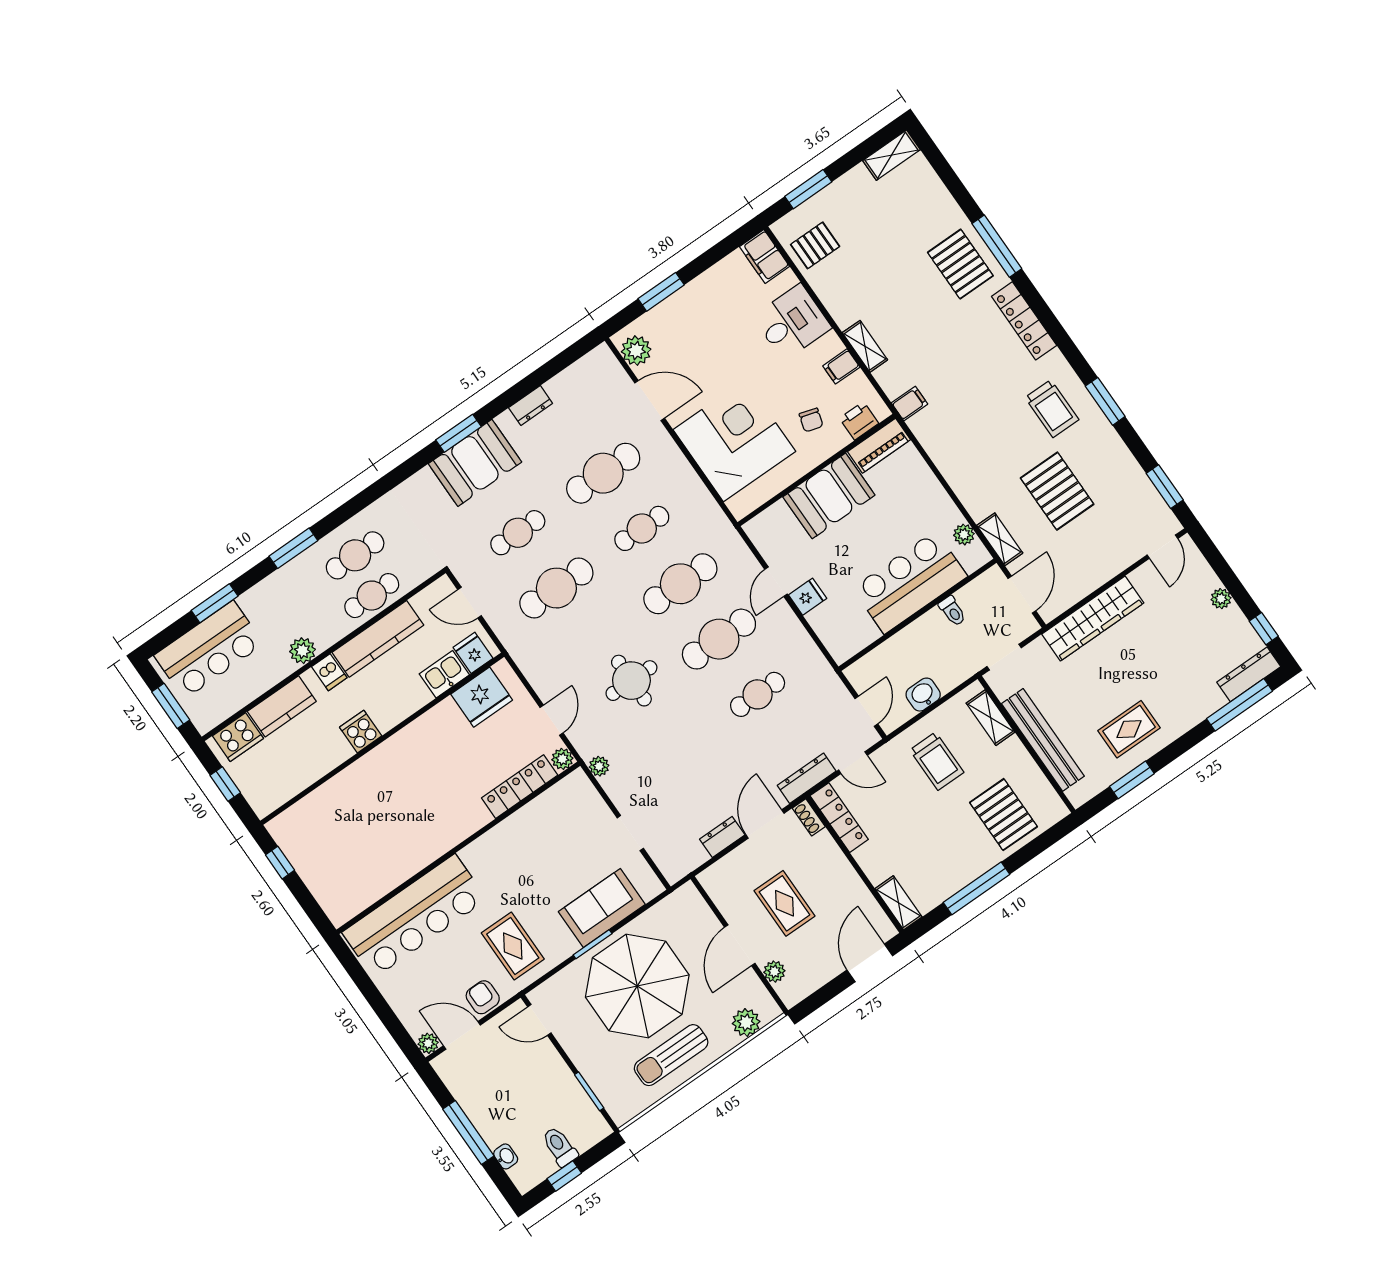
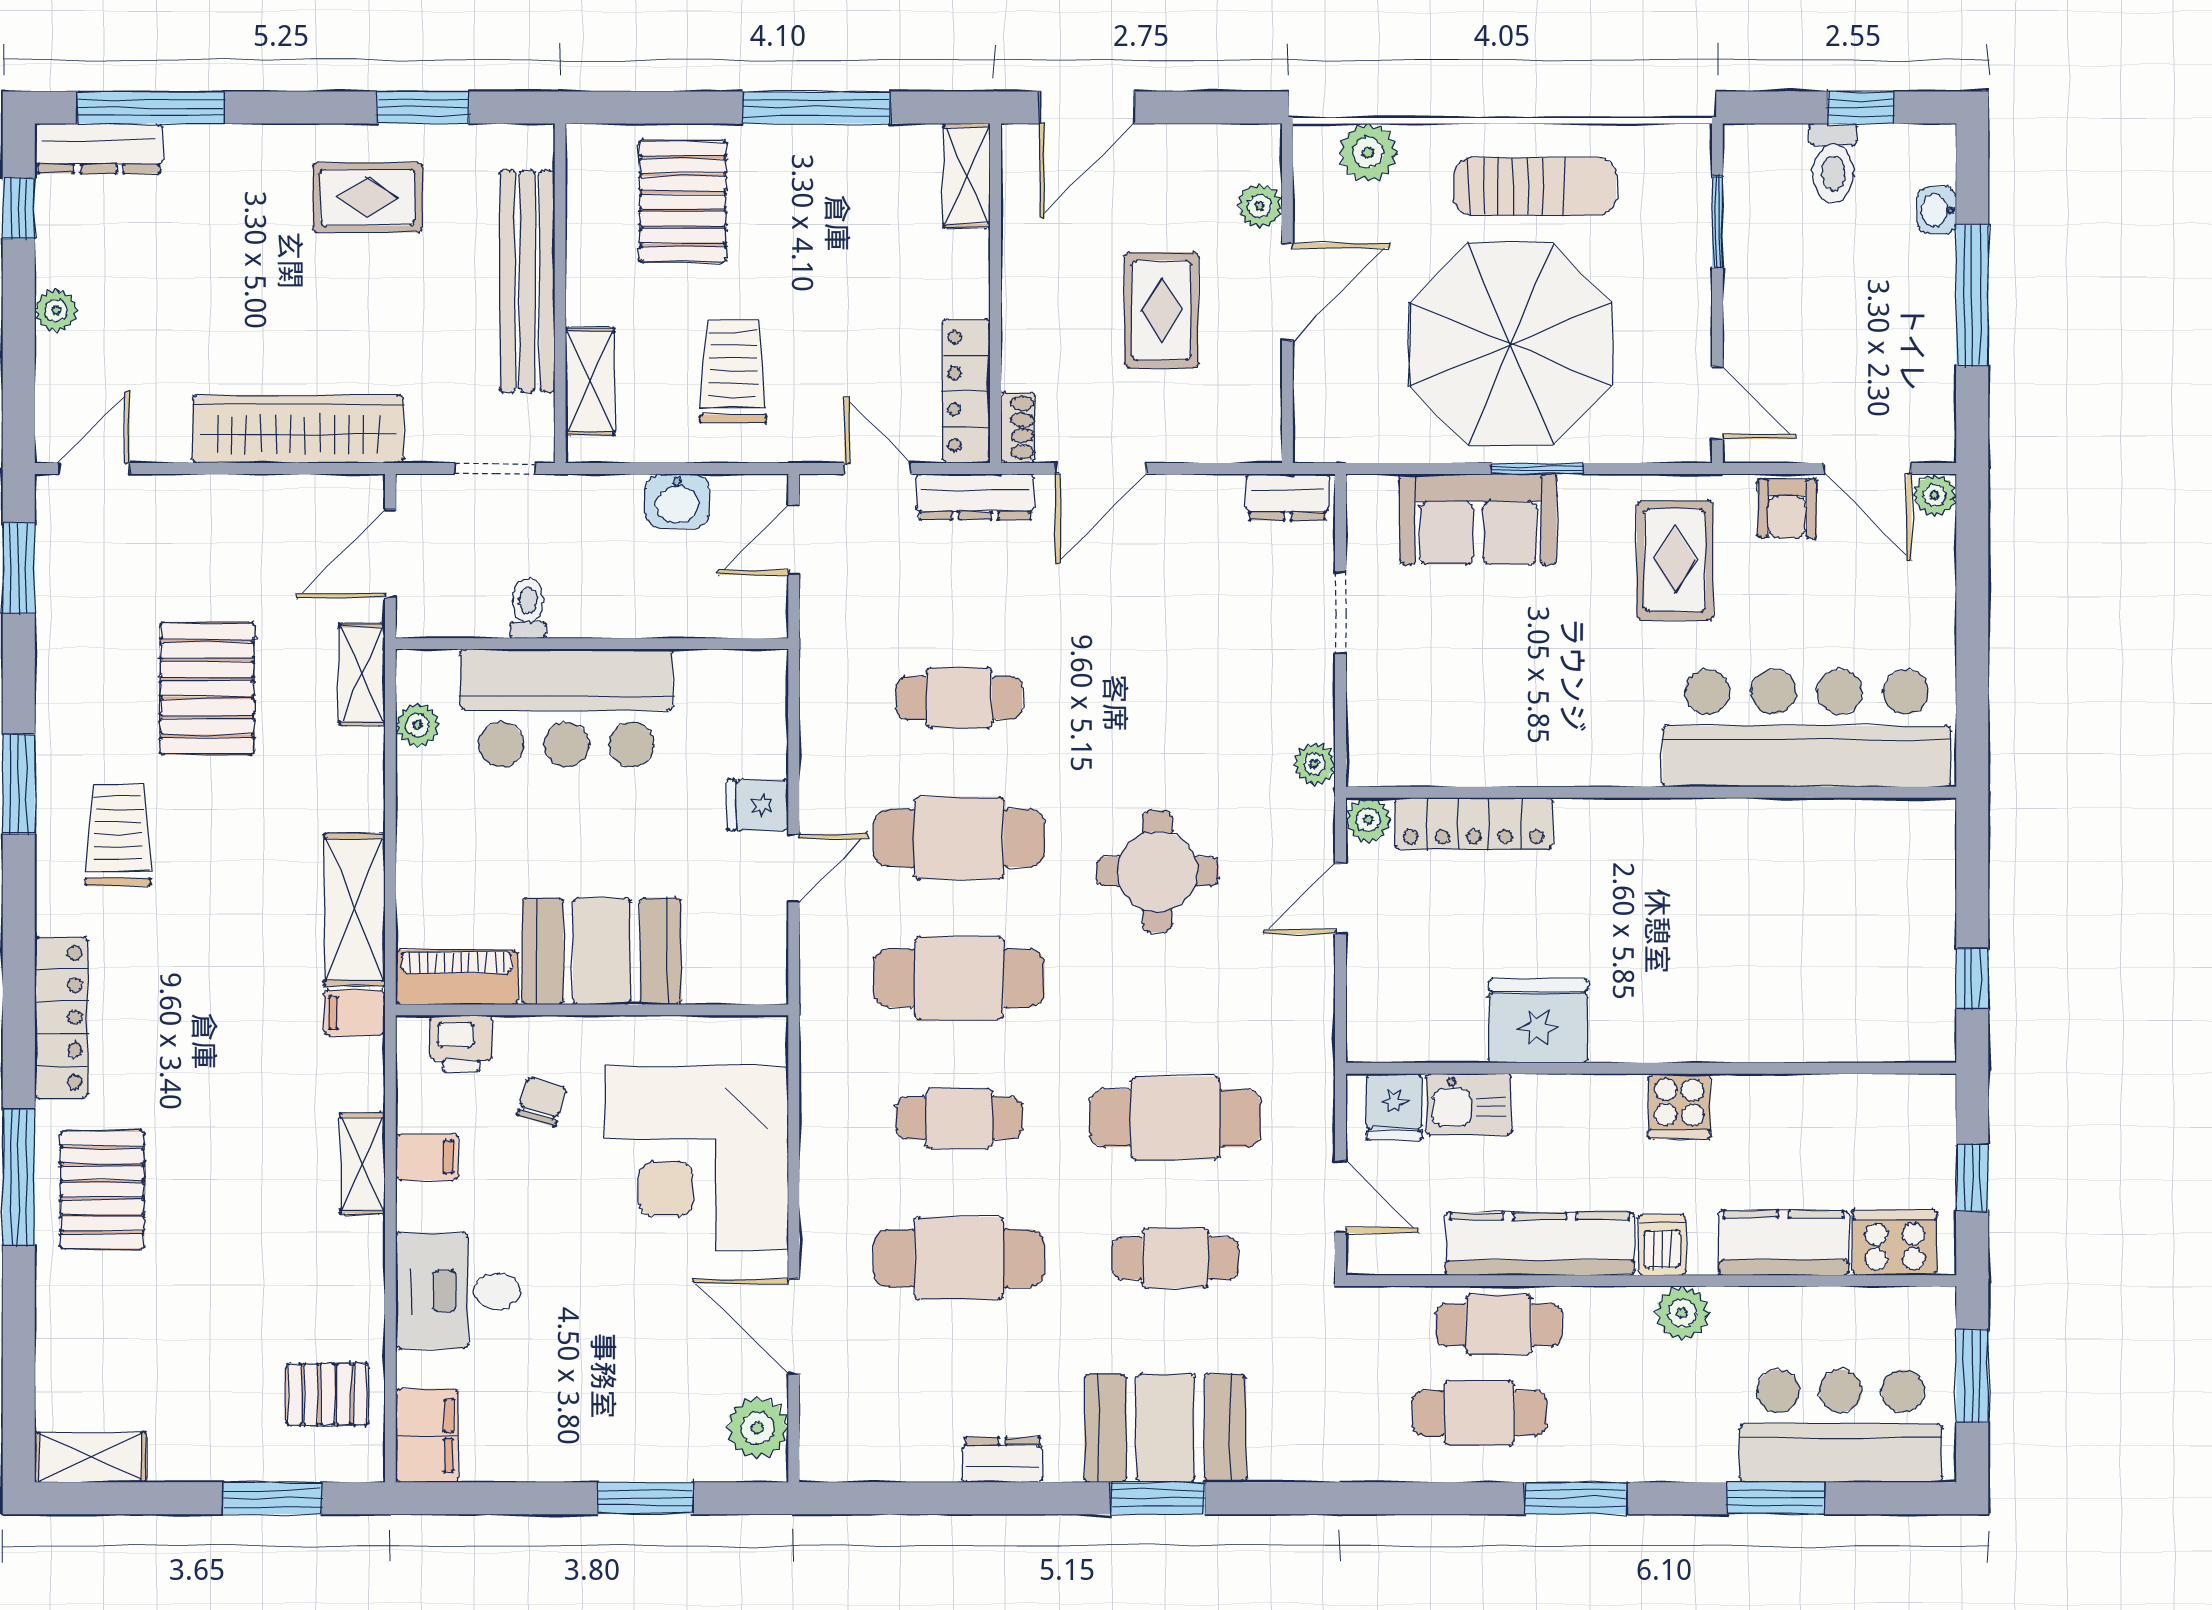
shelving: (938, 444) -> (354, 909), added
fridge: (482, 697) -> (1538, 1021), moved
dresser: (722, 837) -> (1287, 497), moved

